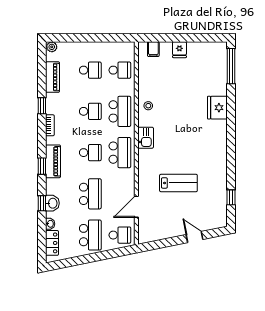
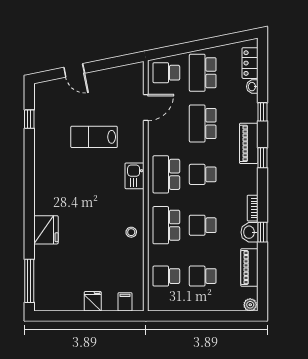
kitchen sink: (146, 138) -> (135, 176), moved
piano: (53, 161) -> (249, 143), moved
washbasin: (52, 203) -> (249, 232), moved

